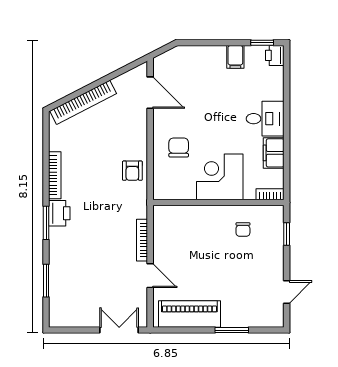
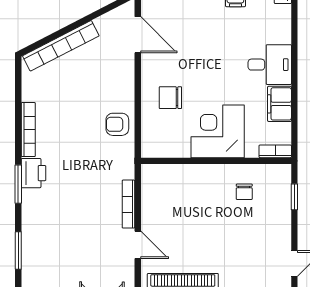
chair: (179, 147) -> (170, 98), turned -90
armchair: (132, 171) -> (117, 124), turned 90

